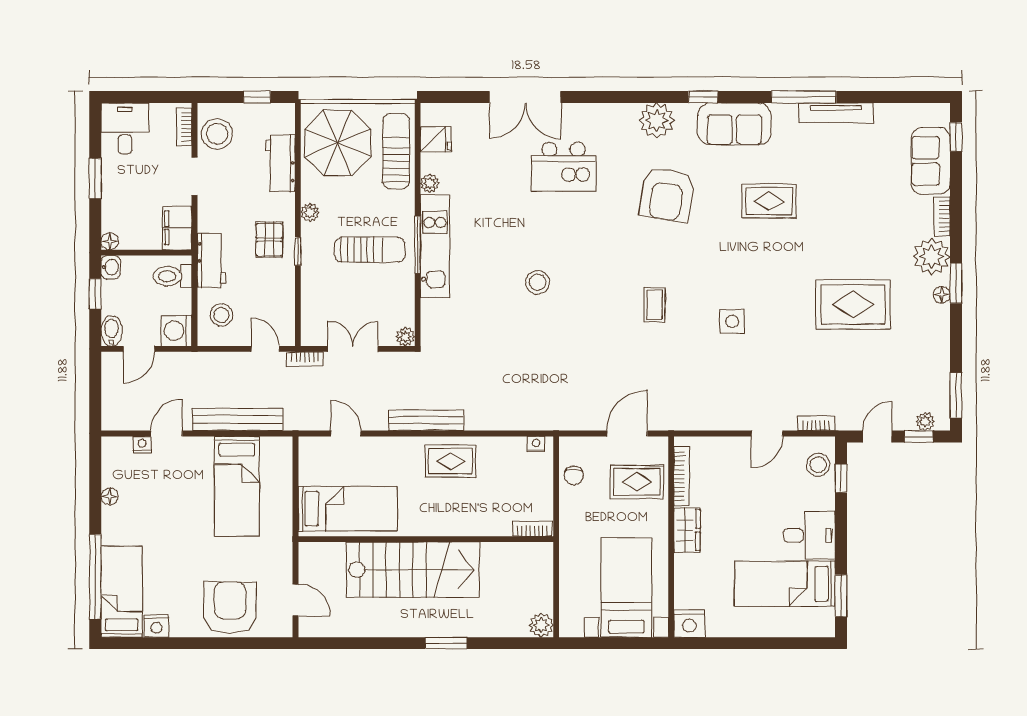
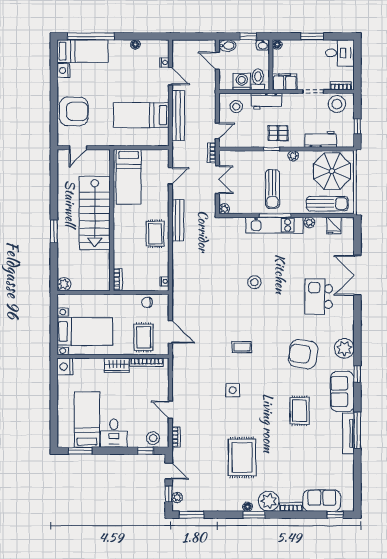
tv unit: (836, 113) -> (348, 433), moved
washing machine: (176, 331) -> (242, 82), moved

